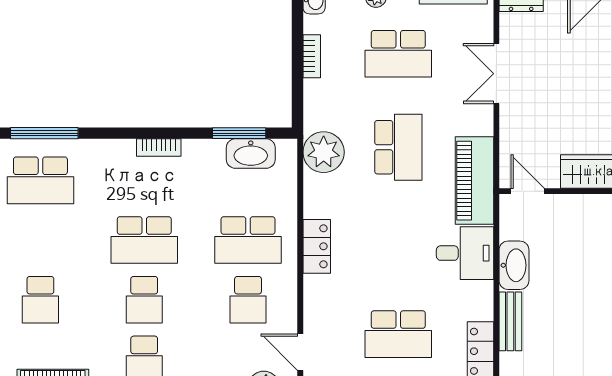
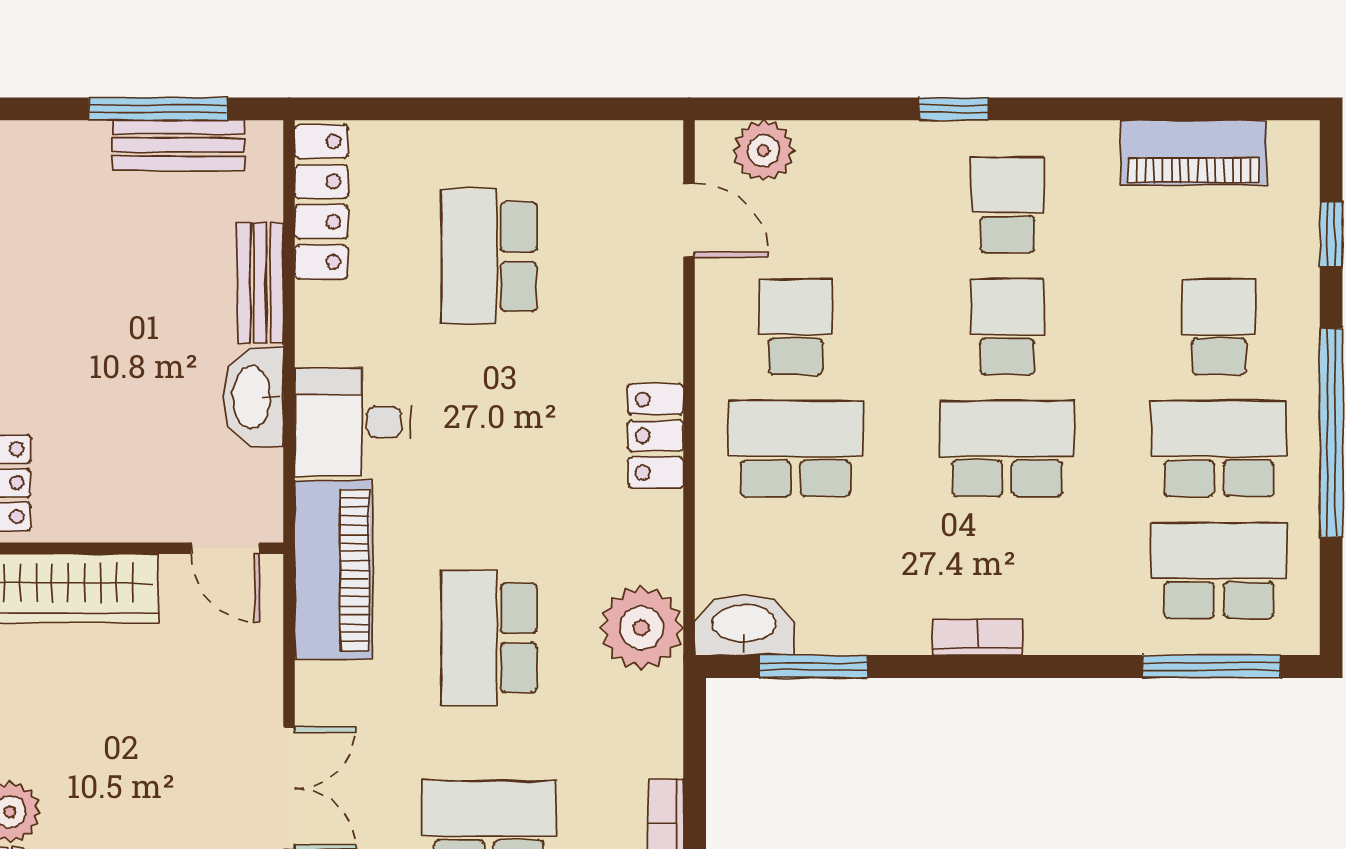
washbasin: (251, 154) -> (744, 625), moved
school desk: (40, 240) -> (1219, 449), added
school desk: (398, 334) -> (489, 257), turned -90

